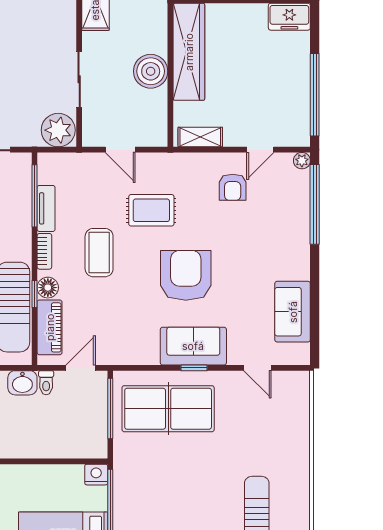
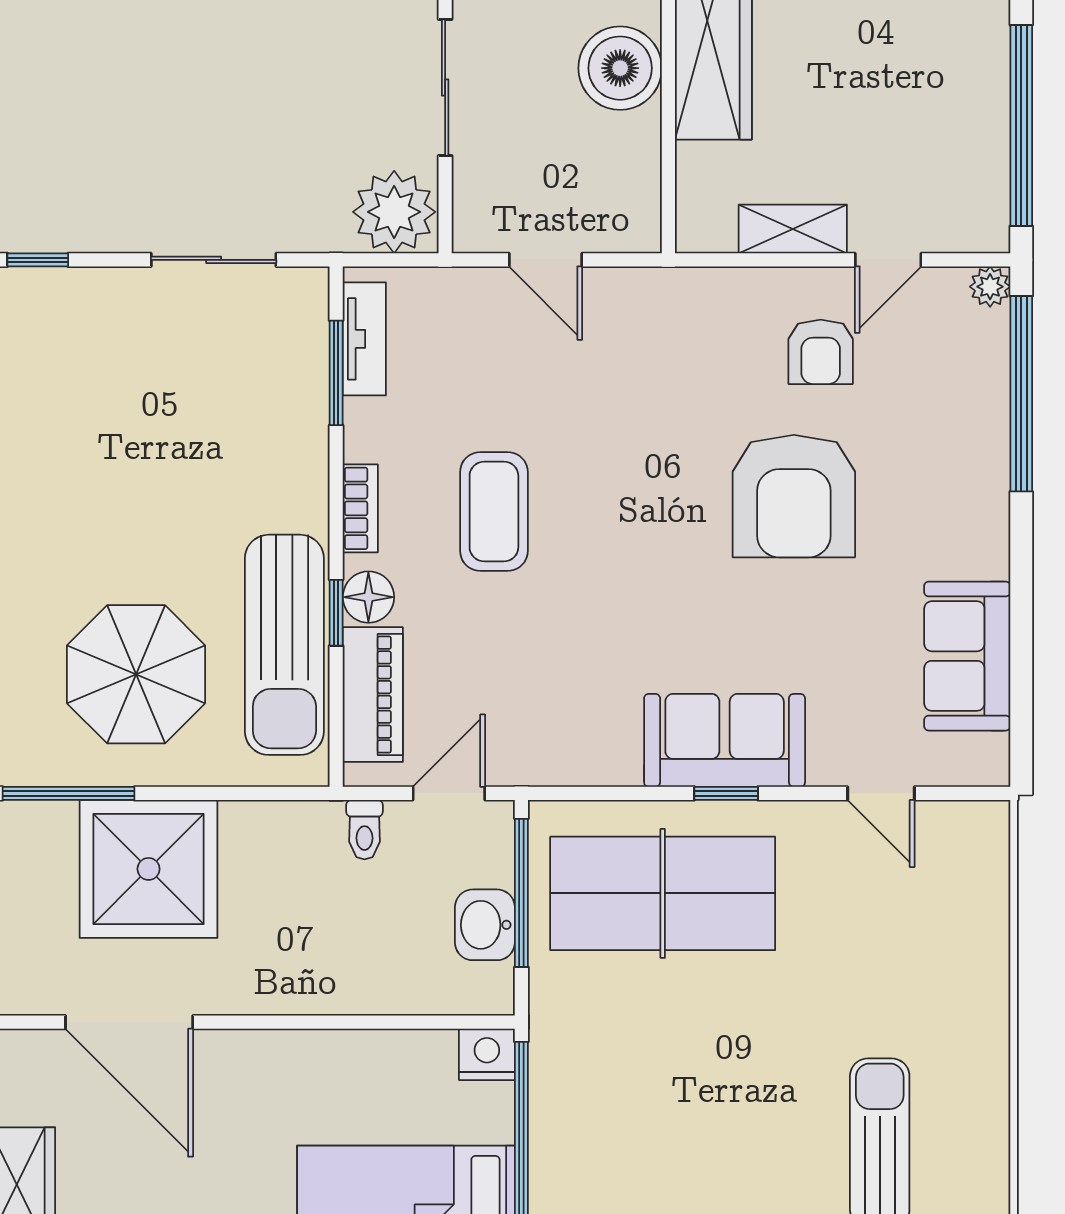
shelving: (200, 137) -> (793, 229), moved
window: (35, 196) -> (336, 373), width x0.69
tv unit: (46, 208) -> (364, 339), moved
rug: (151, 210) -> (622, 408), removed
armchair: (186, 275) -> (794, 496), moved, turned 180
washbasin: (22, 383) -> (485, 925), moved, turned 90

